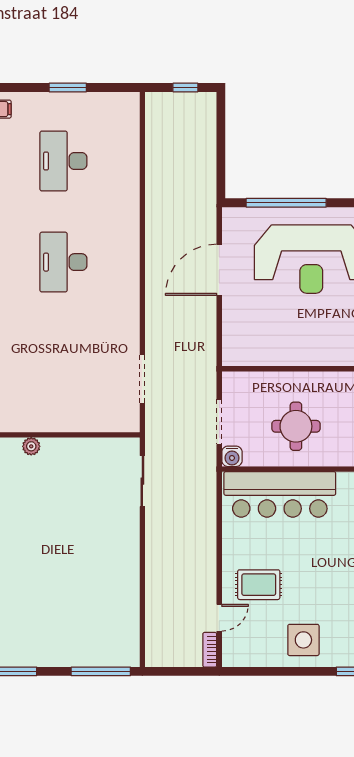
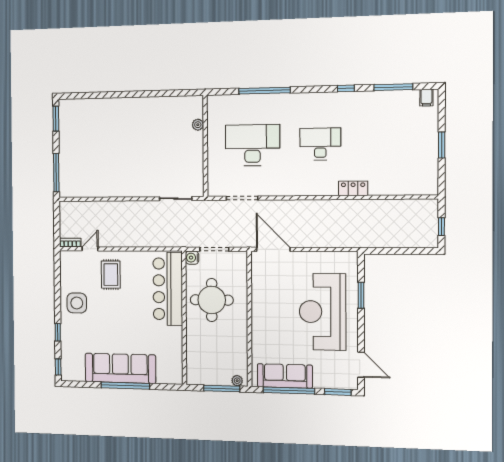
desk: (63, 161) -> (252, 145), moved, width x1.36, depth x1.30
window: (286, 203) -> (361, 295), width x0.47
locker: (129, 214) -> (353, 188), added
door: (219, 270) -> (273, 249), moved
round table: (296, 426) -> (212, 300), width x1.36, depth x1.36
door: (219, 618) -> (90, 249), swing flipped

